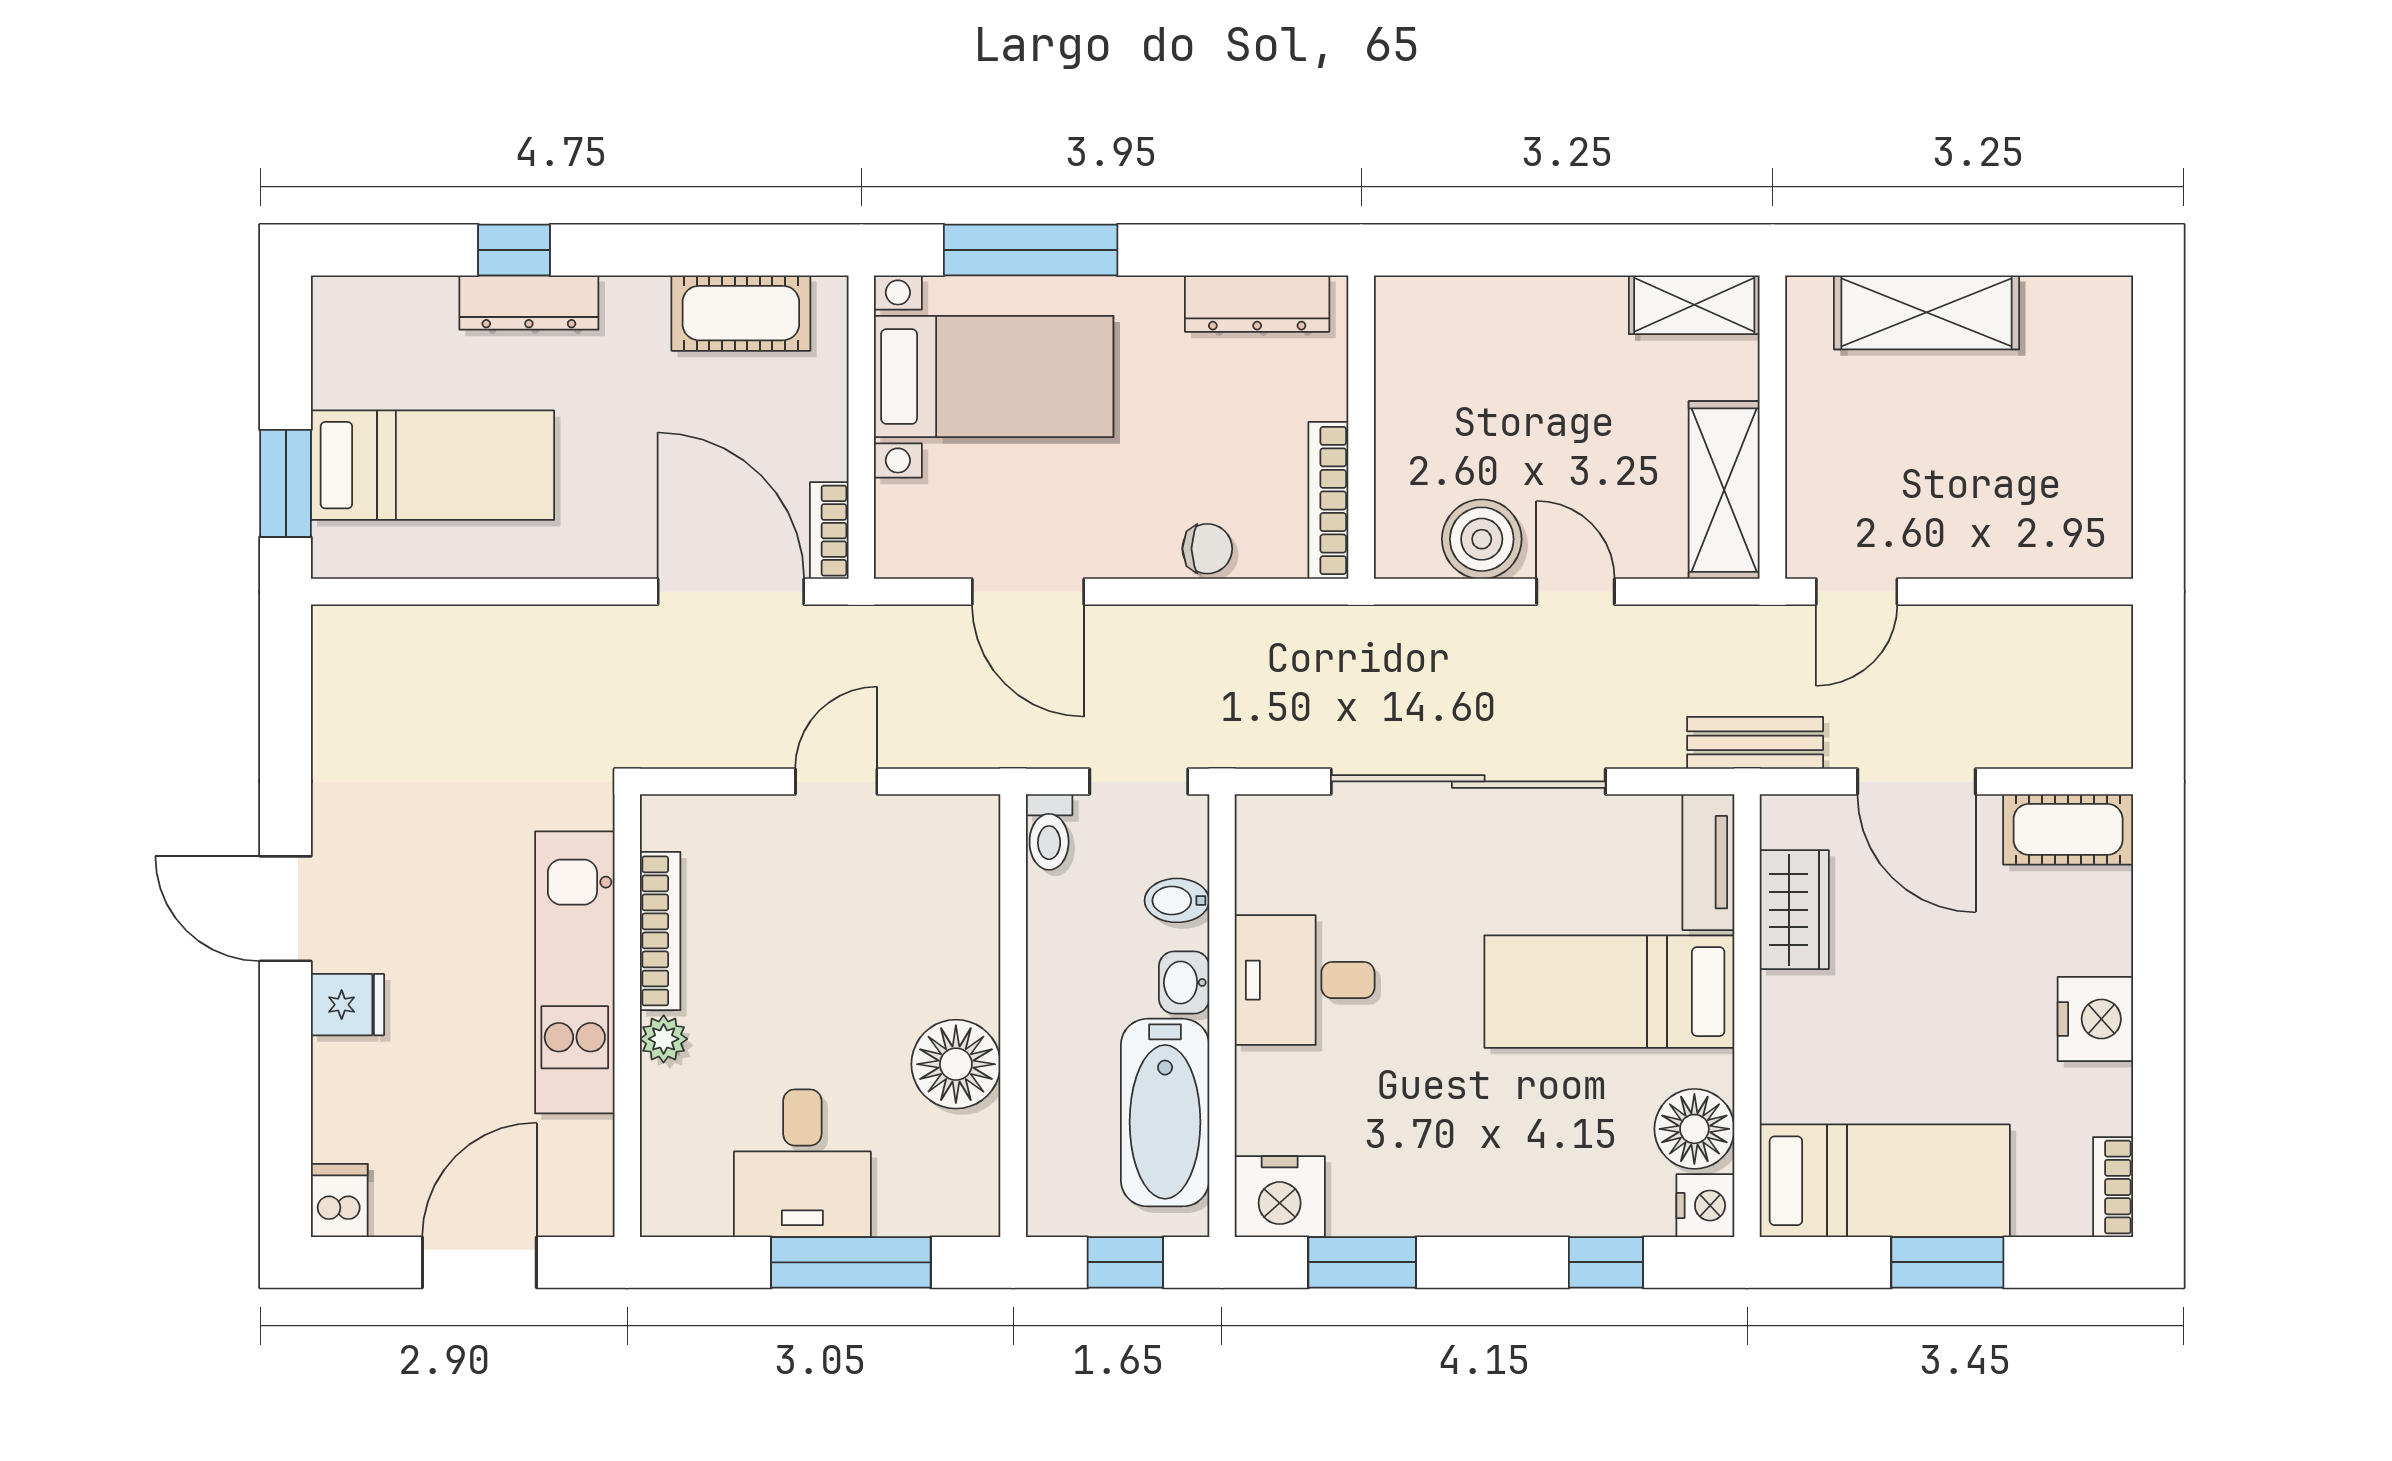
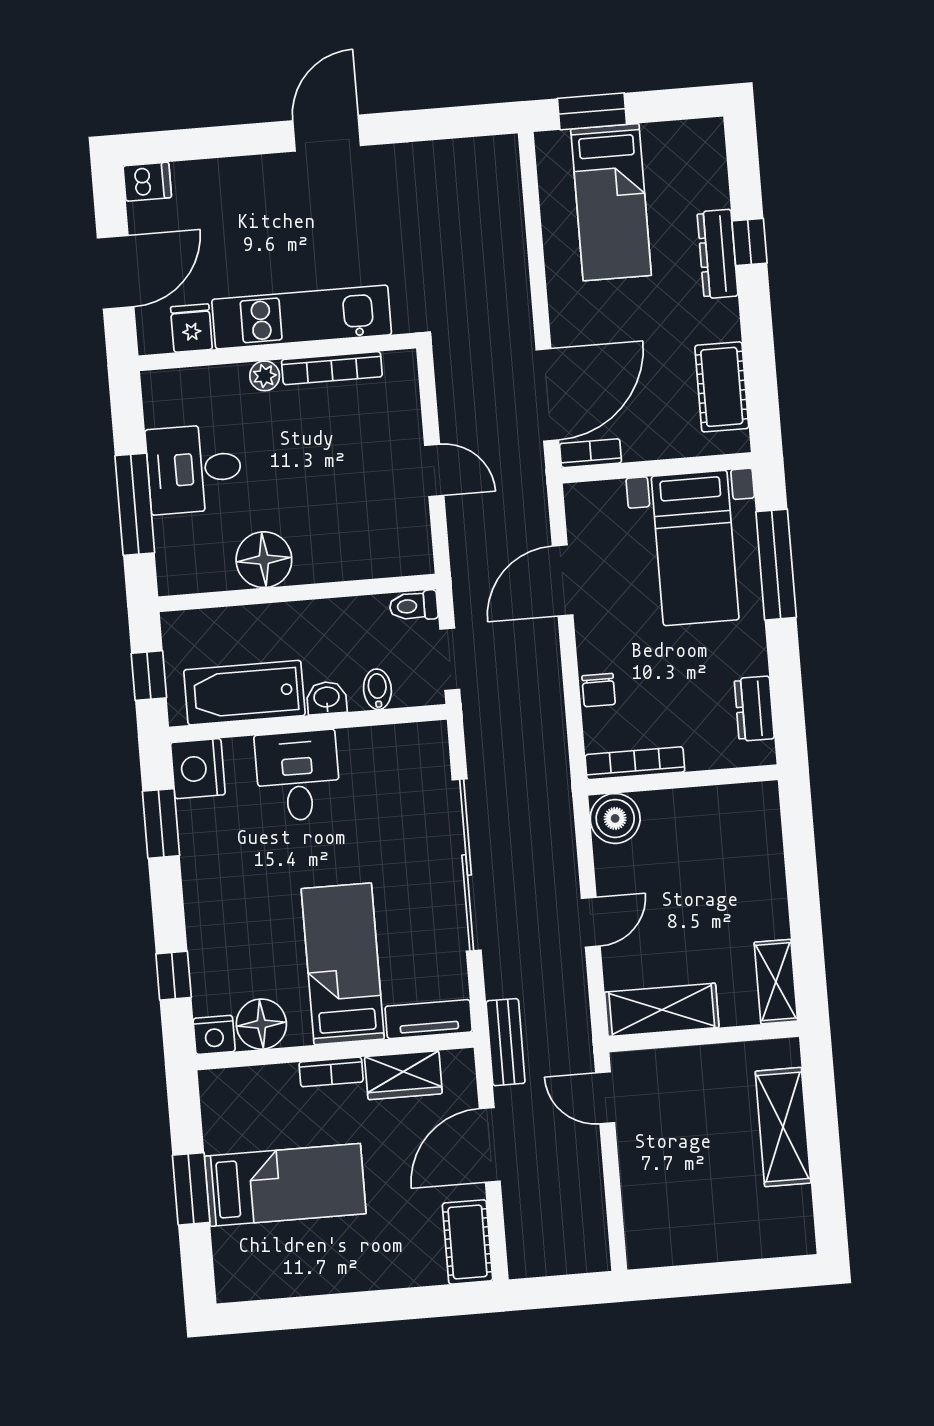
dresser: (1257, 304) -> (754, 709), width x0.70
boiler: (1482, 539) -> (615, 818), moved
desk: (1305, 980) -> (298, 776), moved
fridge: (347, 1005) -> (191, 328), moved, turned 180
nightstand: (2095, 1019) -> (351, 1269), removed
bed: (1885, 1181) -> (285, 1185), moved, turned -90
bookcase: (2113, 1187) -> (331, 1072), moved, turned 180
door: (479, 1262) -> (116, 272), hinge flipped

